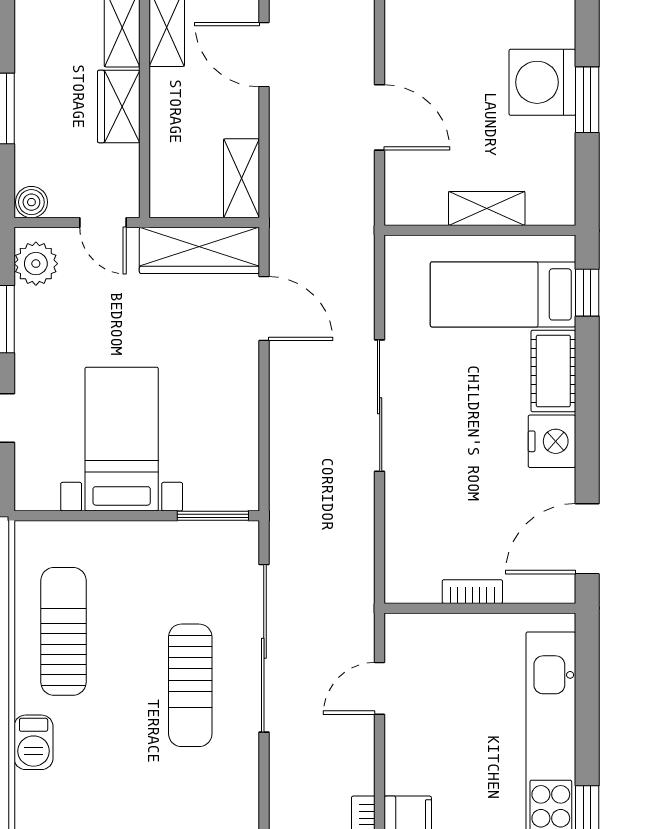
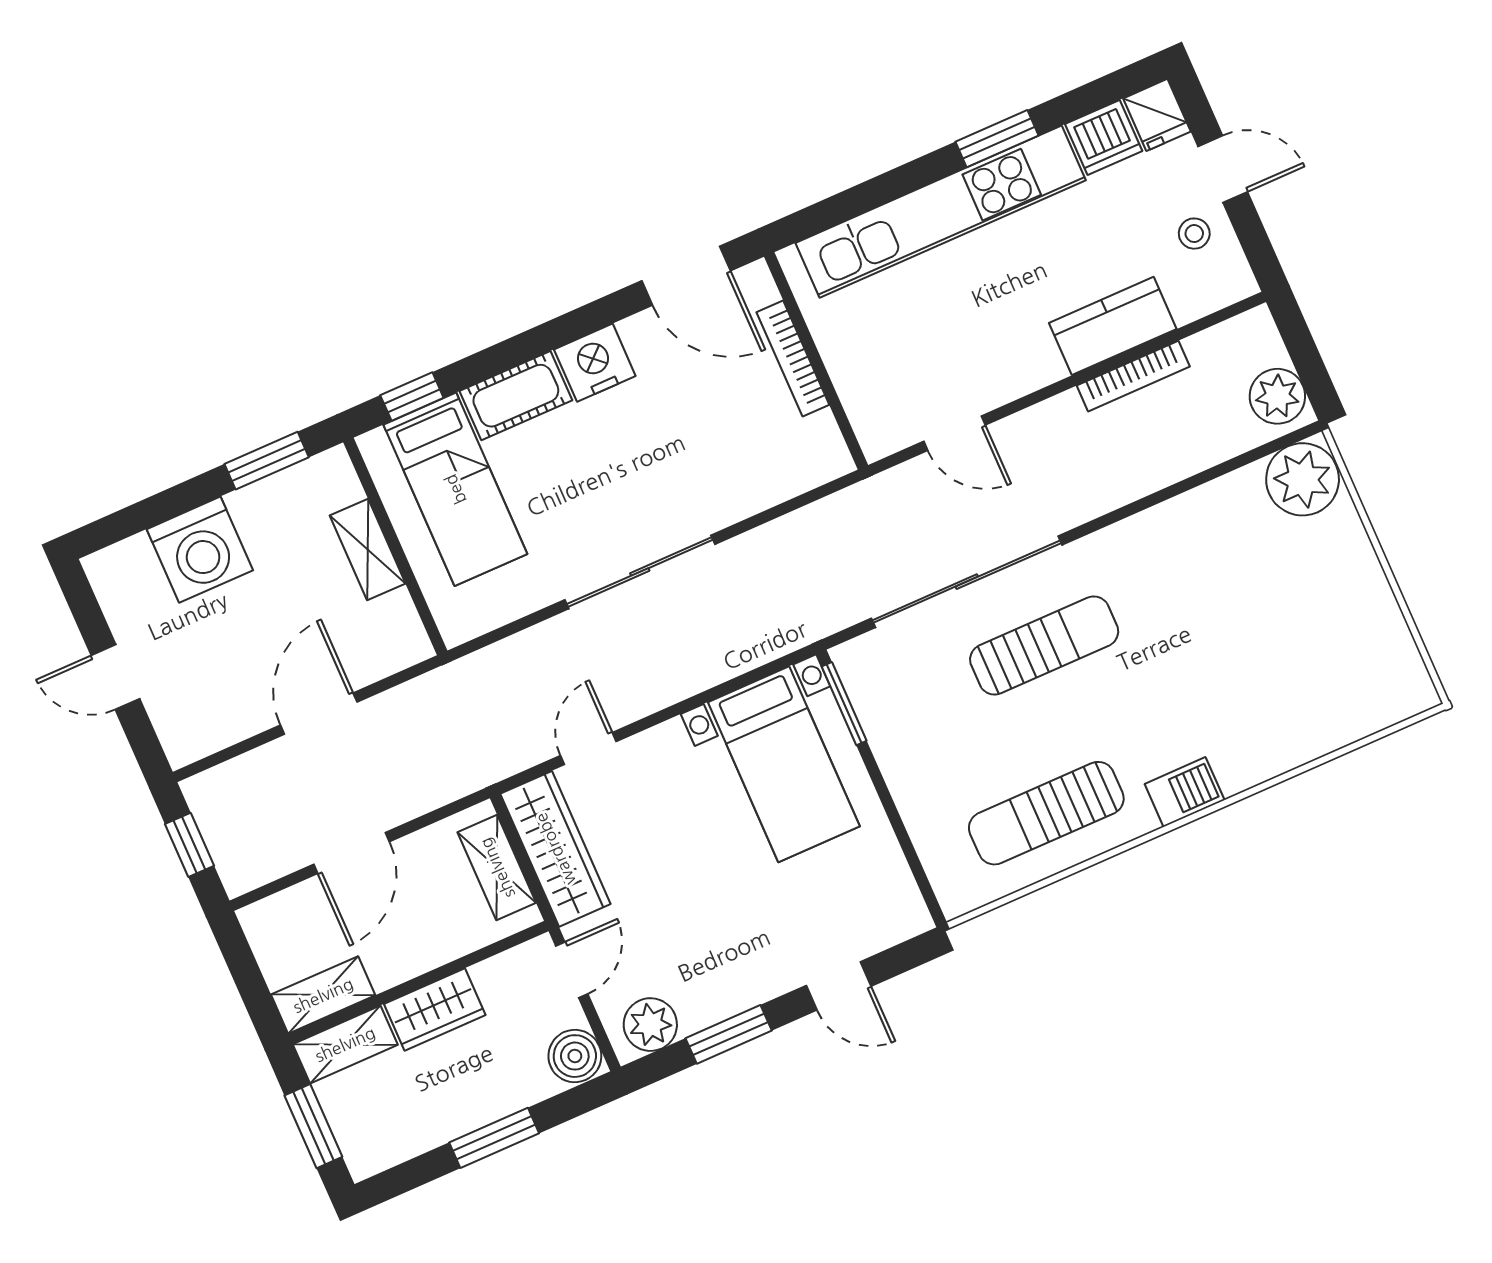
door: (264, 55) -> (351, 853), moved
window: (587, 100) -> (267, 461), moved
shelving: (241, 178) -> (497, 868), moved, turned 90
boiler: (31, 202) -> (575, 1056), width x1.36, depth x1.36
door: (264, 308) -> (588, 749), width x0.73
bed with nightstands: (122, 439) -> (784, 764), moved, turned -90
bookcase: (472, 592) -> (793, 359), width x1.56

